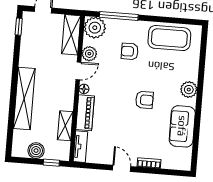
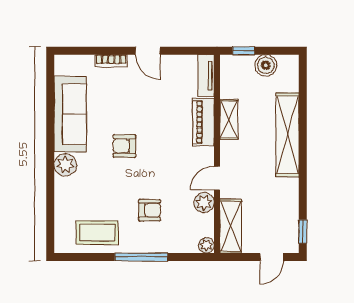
window: (119, 16) -> (141, 257), moved
plant: (95, 28) -> (206, 245), width x0.53, depth x0.53
coffee table: (169, 38) -> (97, 233), width x0.73, depth x0.76
floor lamp: (84, 89) -> (208, 154), removed
shelving: (65, 126) -> (229, 119), moved
sofa: (182, 126) -> (70, 114), width x1.36

